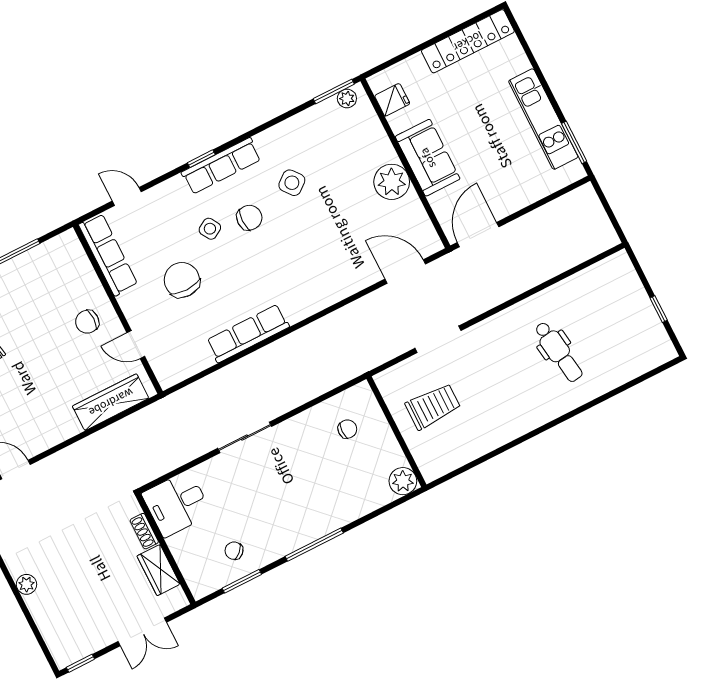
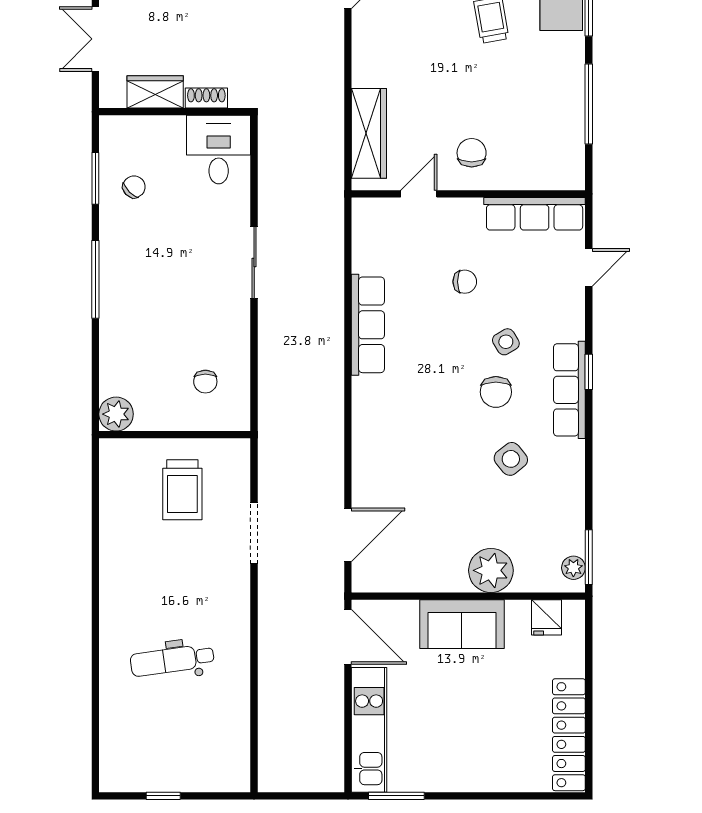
kitchen unit: (543, 119) -> (369, 730), moved, turned 90
plant: (392, 182) -> (491, 570), moved
chair: (182, 280) -> (465, 282), width x0.54, depth x0.54

